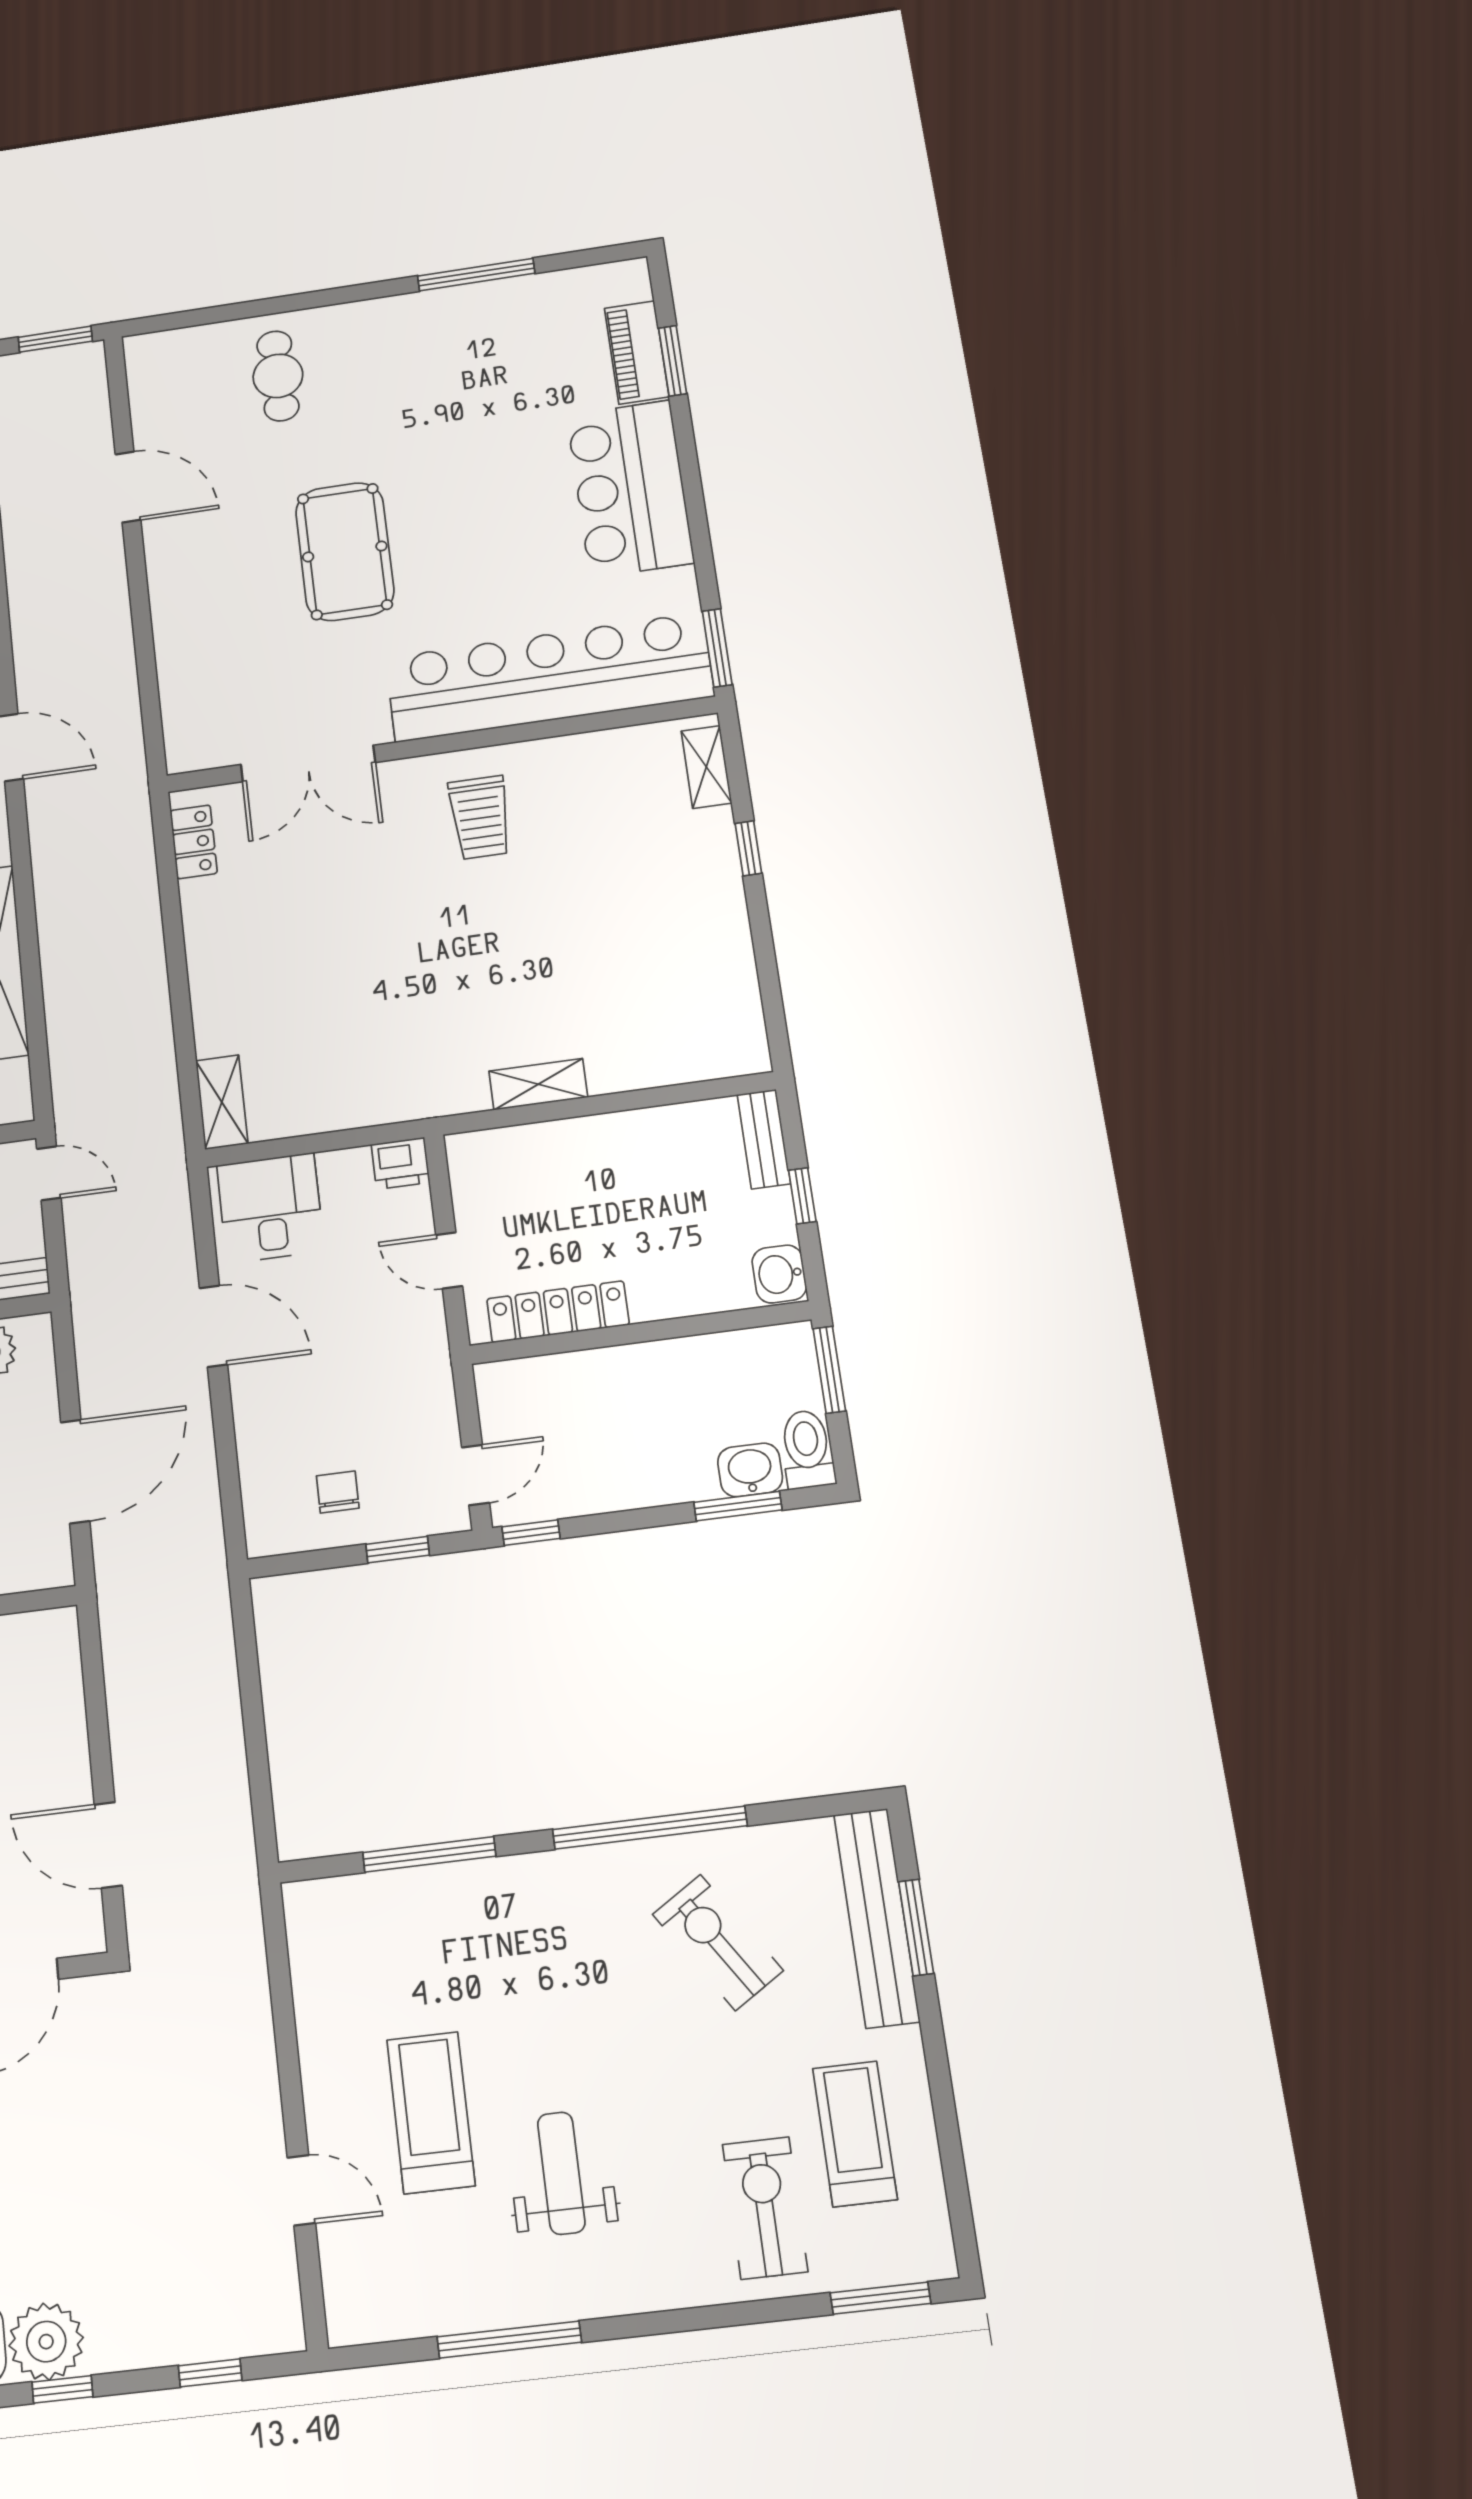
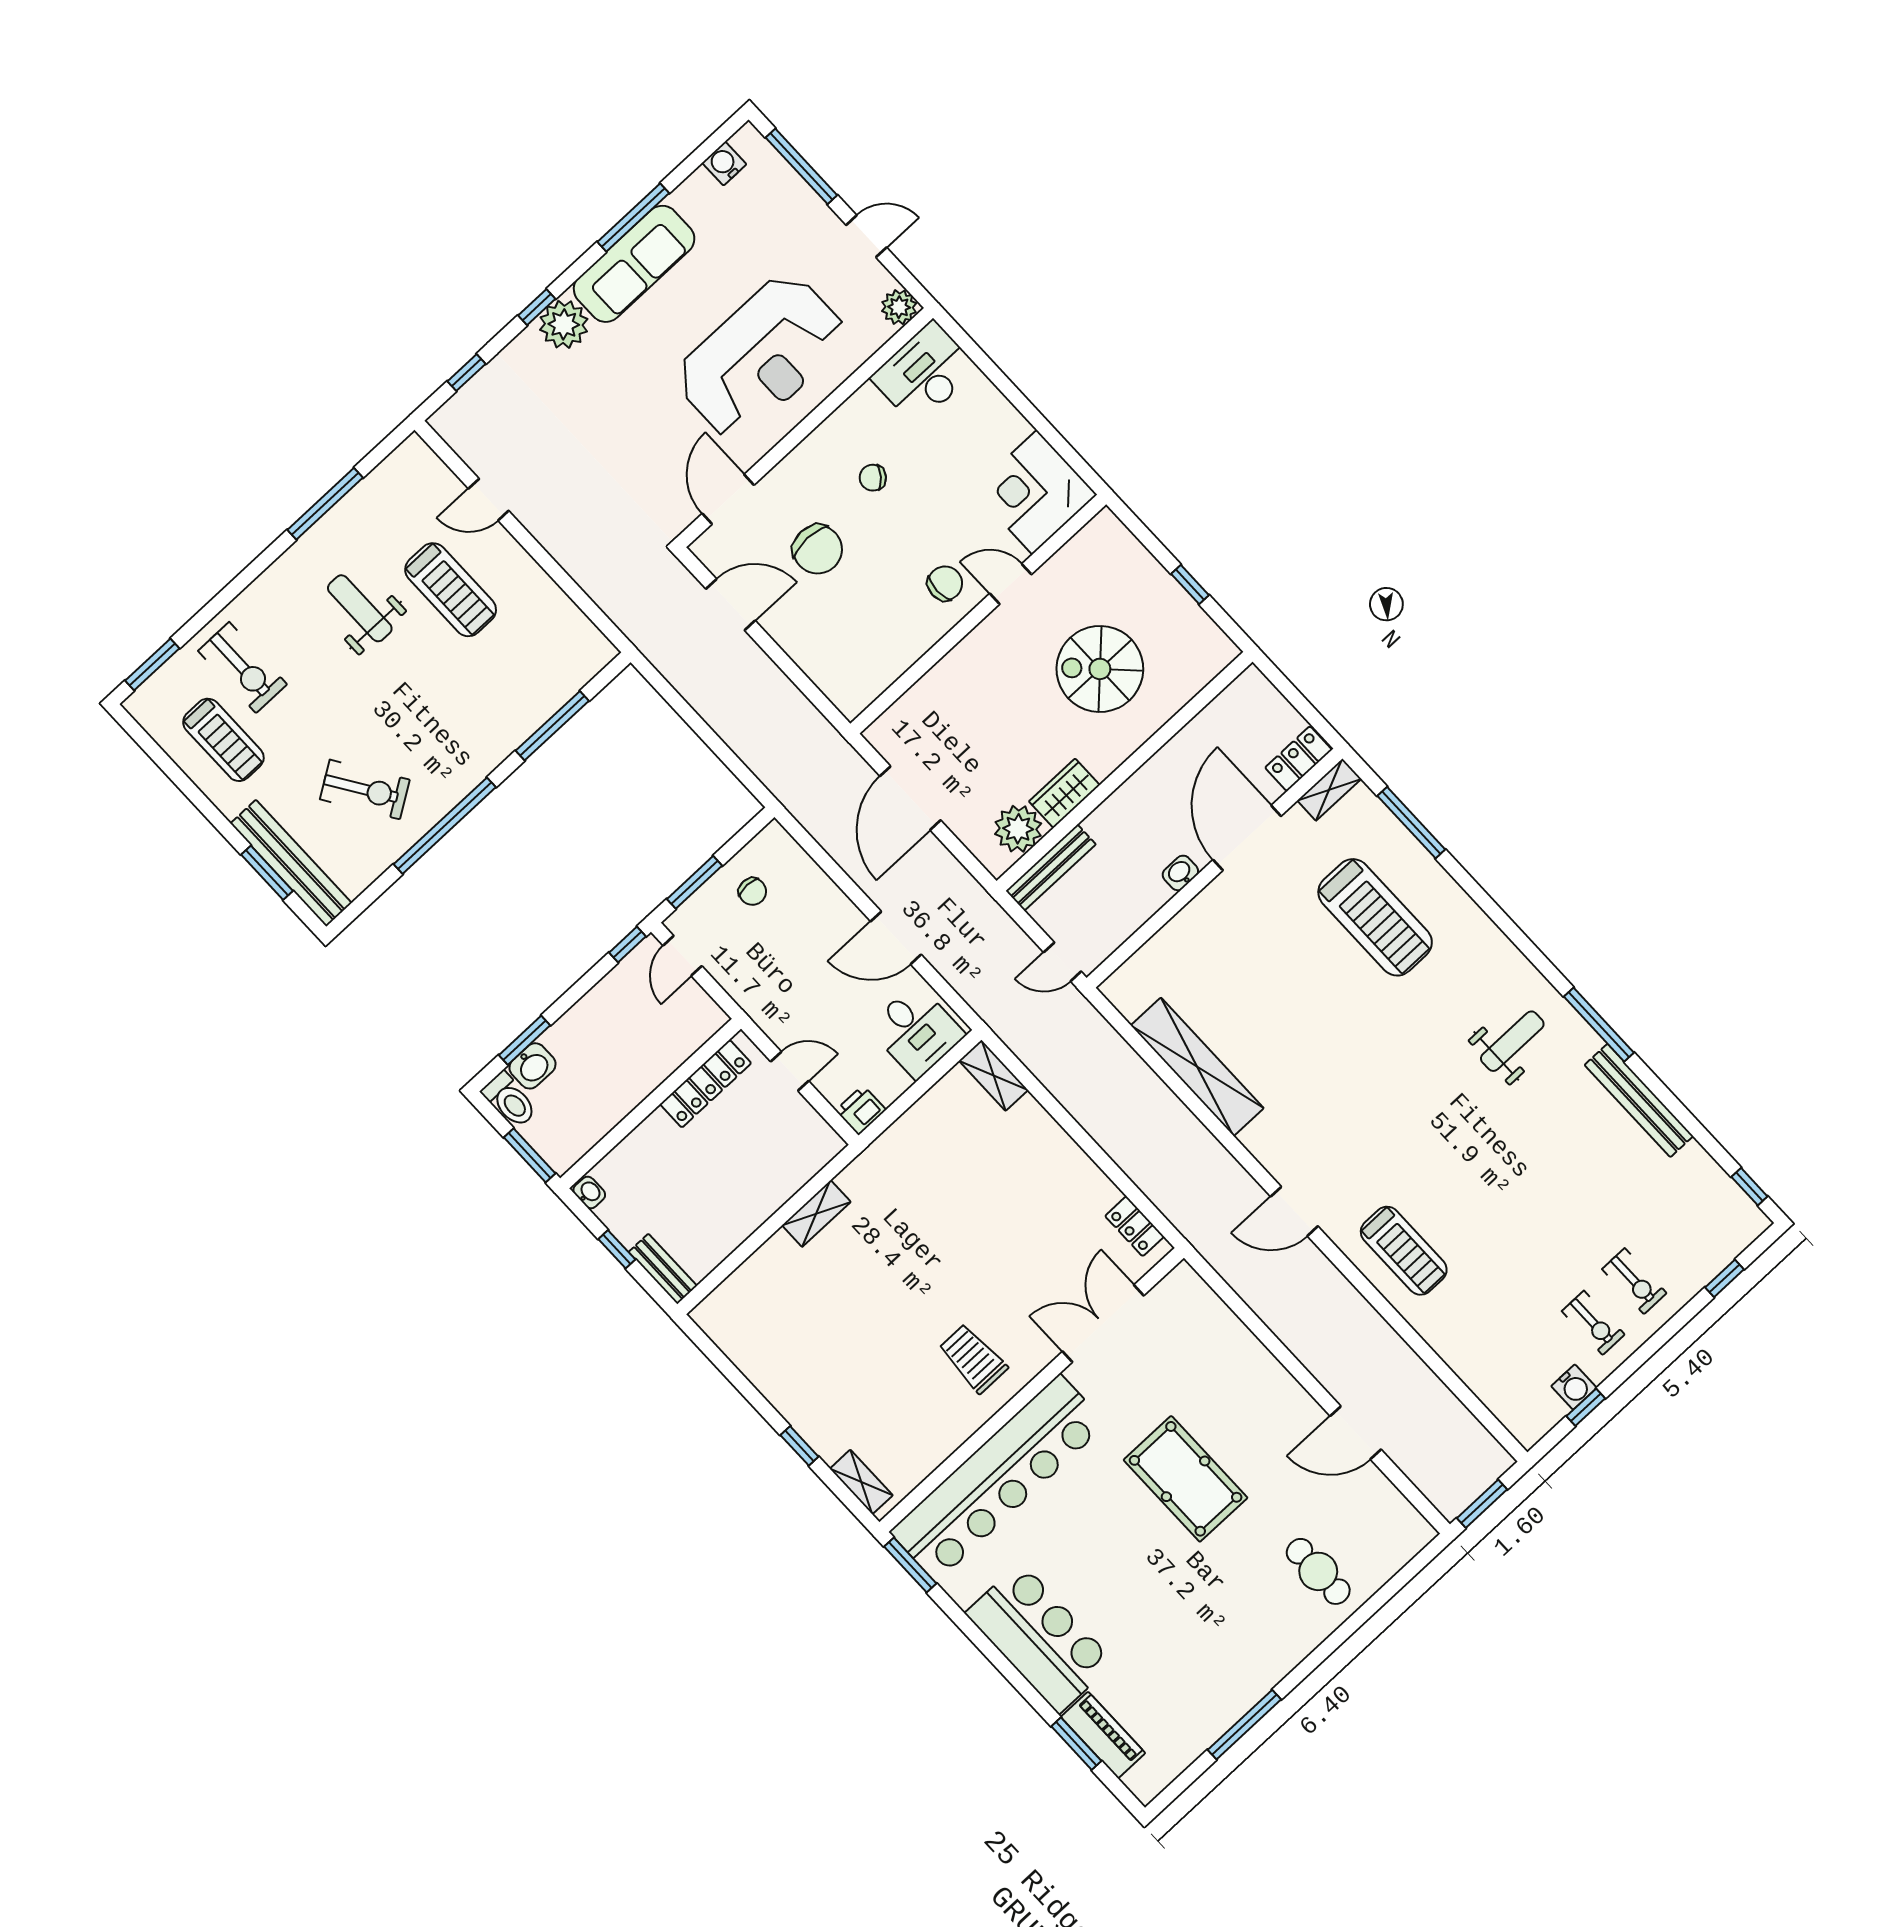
washbasin: (779, 1274) -> (589, 1192), width x0.72, depth x0.69
window: (398, 1550) -> (694, 882), width x1.50
weight bench: (561, 2173) -> (360, 608), turned 180

